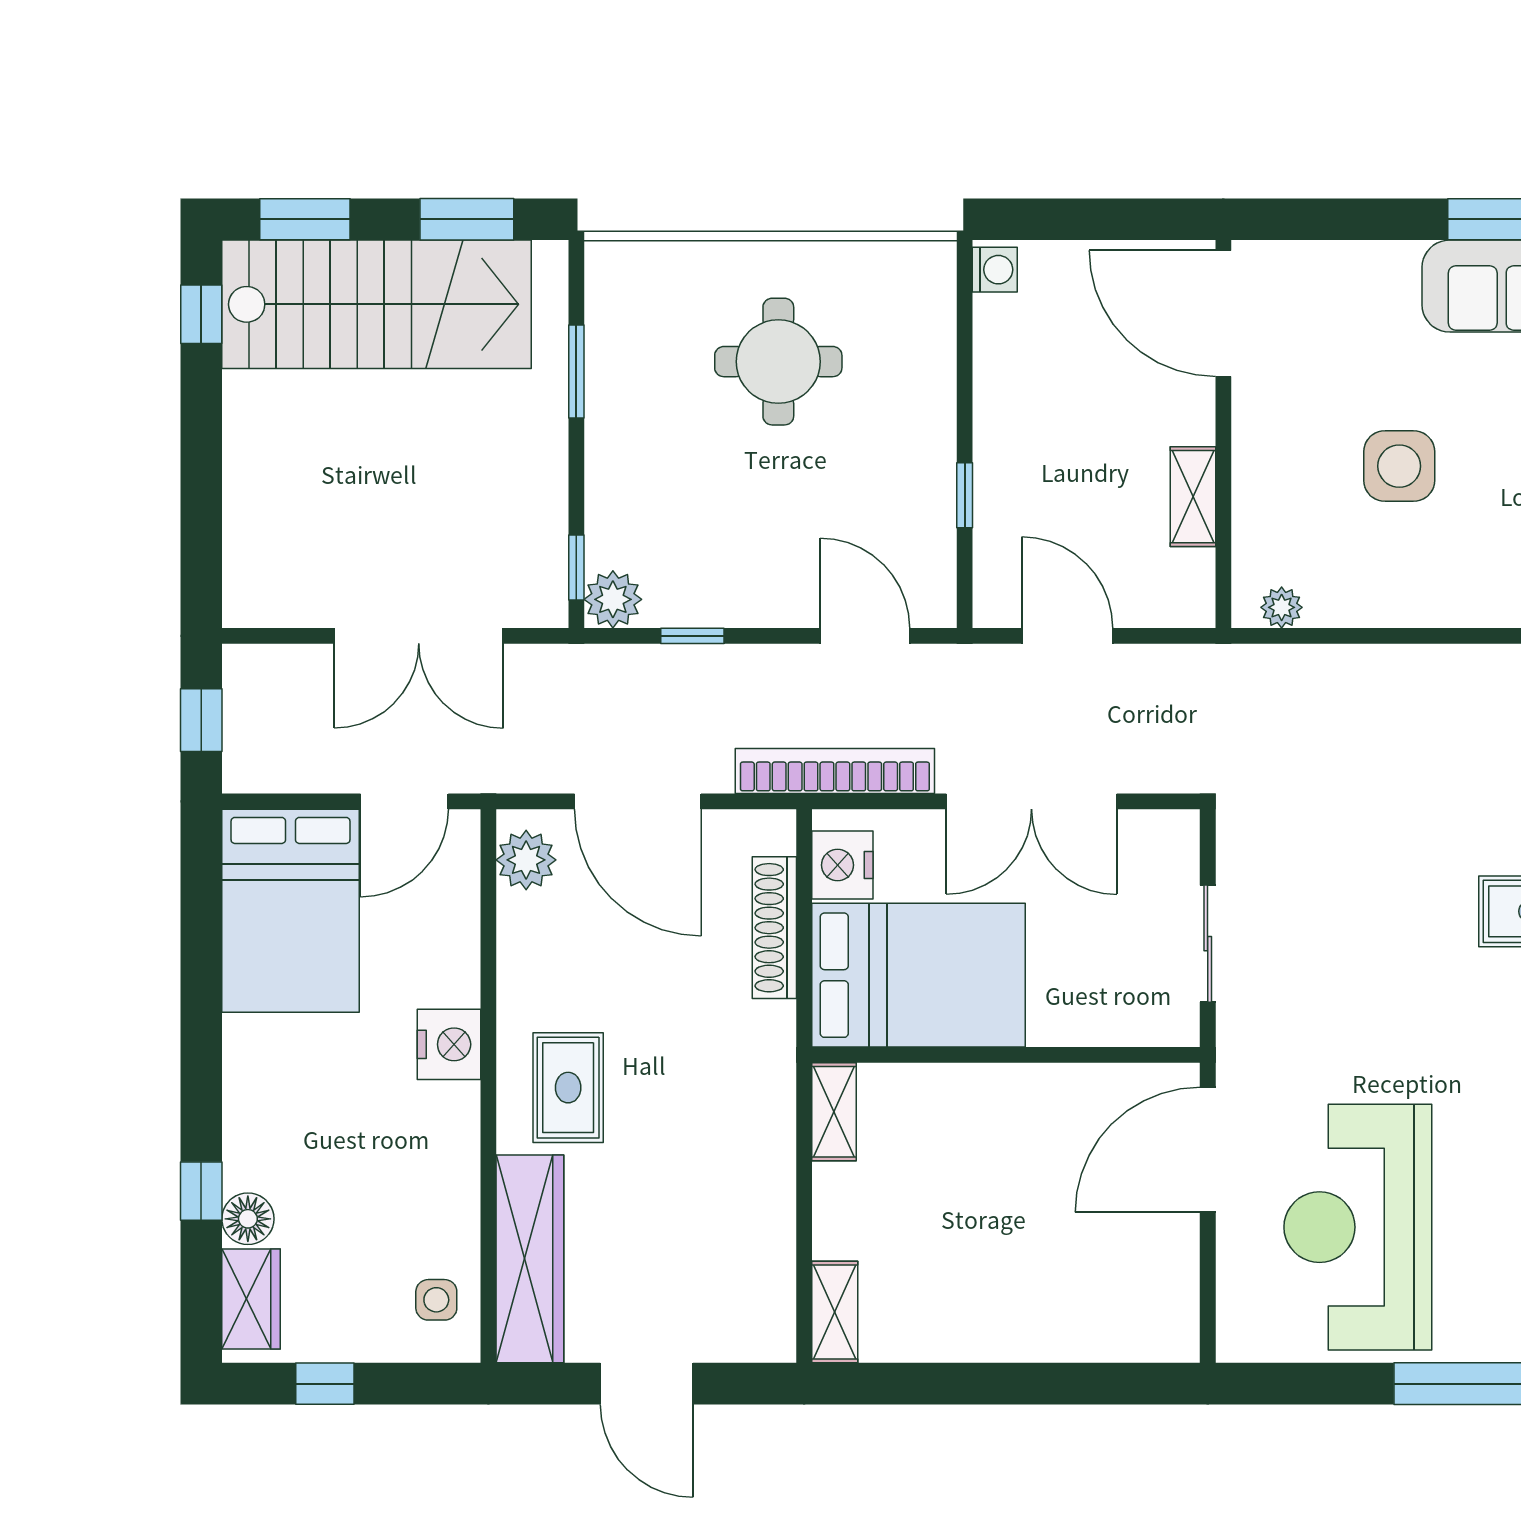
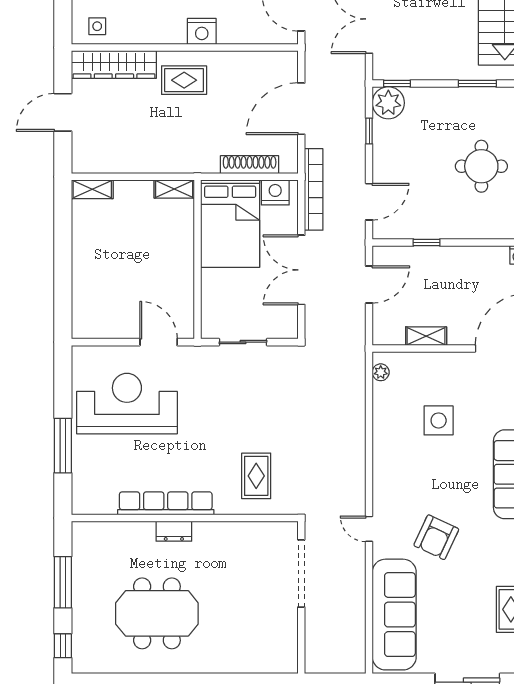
plant: (613, 599) -> (388, 103), width x1.36, depth x1.36
plant: (526, 860) -> (277, 63), removed
door: (1208, 1150) -> (159, 342), width x0.73

